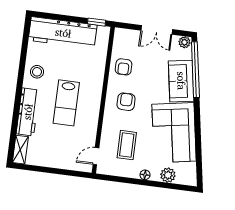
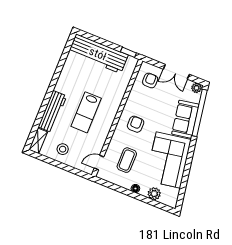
armchair: (124, 67) -> (150, 80), moved, turned 180
stool: (37, 72) -> (63, 149), moved

